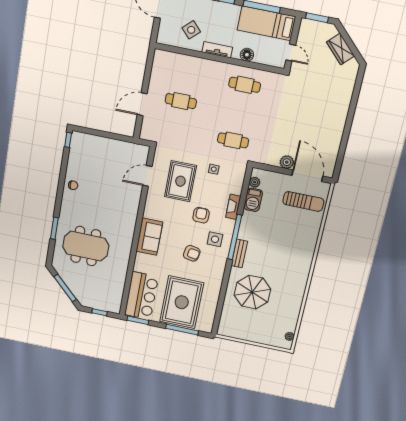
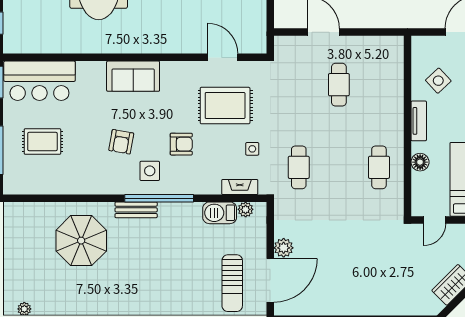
fireplace: (233, 207) -> (240, 187), moved
rug: (182, 302) -> (42, 141), width x0.54, depth x0.49

